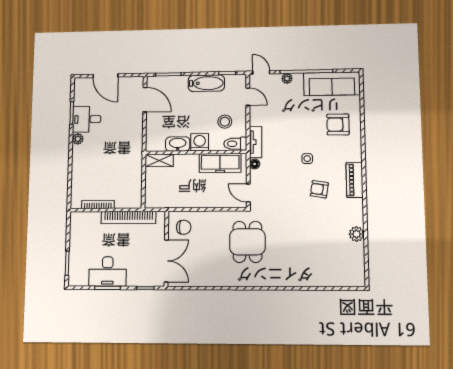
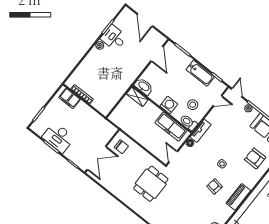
door: (248, 97) -> (218, 101), hinge flipped
washbasin: (178, 144) -> (144, 86), moved
bookcase: (129, 218) -> (94, 116), removed
filing cabinet: (88, 220) -> (70, 98), added

